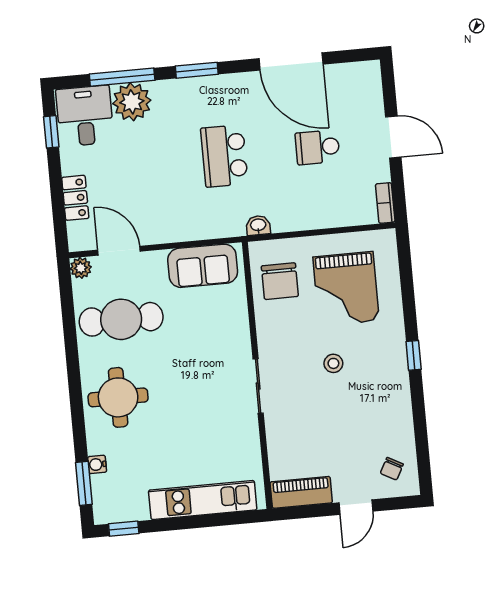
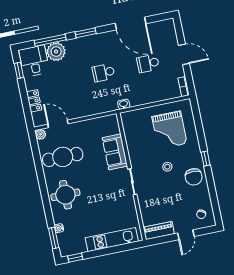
school desk: (224, 156) -> (104, 73), width x0.54
sofa: (203, 266) -> (115, 152), moved, turned 90
chair: (280, 281) -> (194, 177), moved

